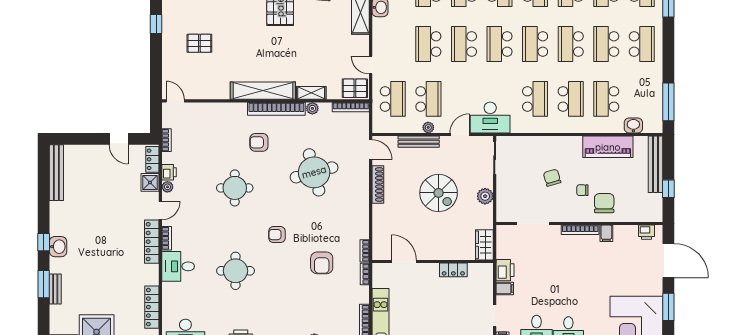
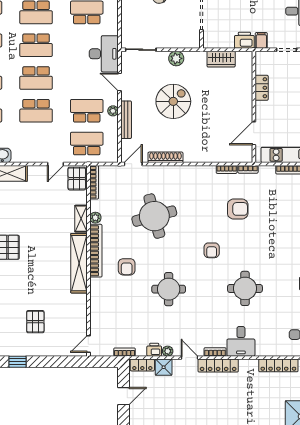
door: (404, 261) -> (254, 133), moved
wall: (433, 261) -> (254, 107), moved
locker: (453, 270) -> (262, 88), moved

